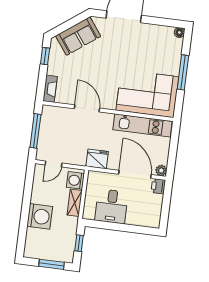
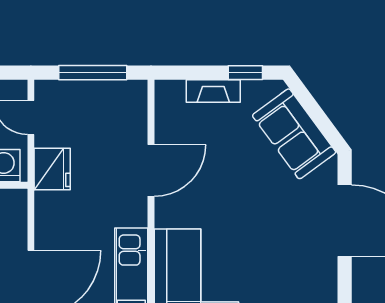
fireplace: (50, 89) -> (213, 91), moved
fridge: (97, 159) -> (52, 169), moved

